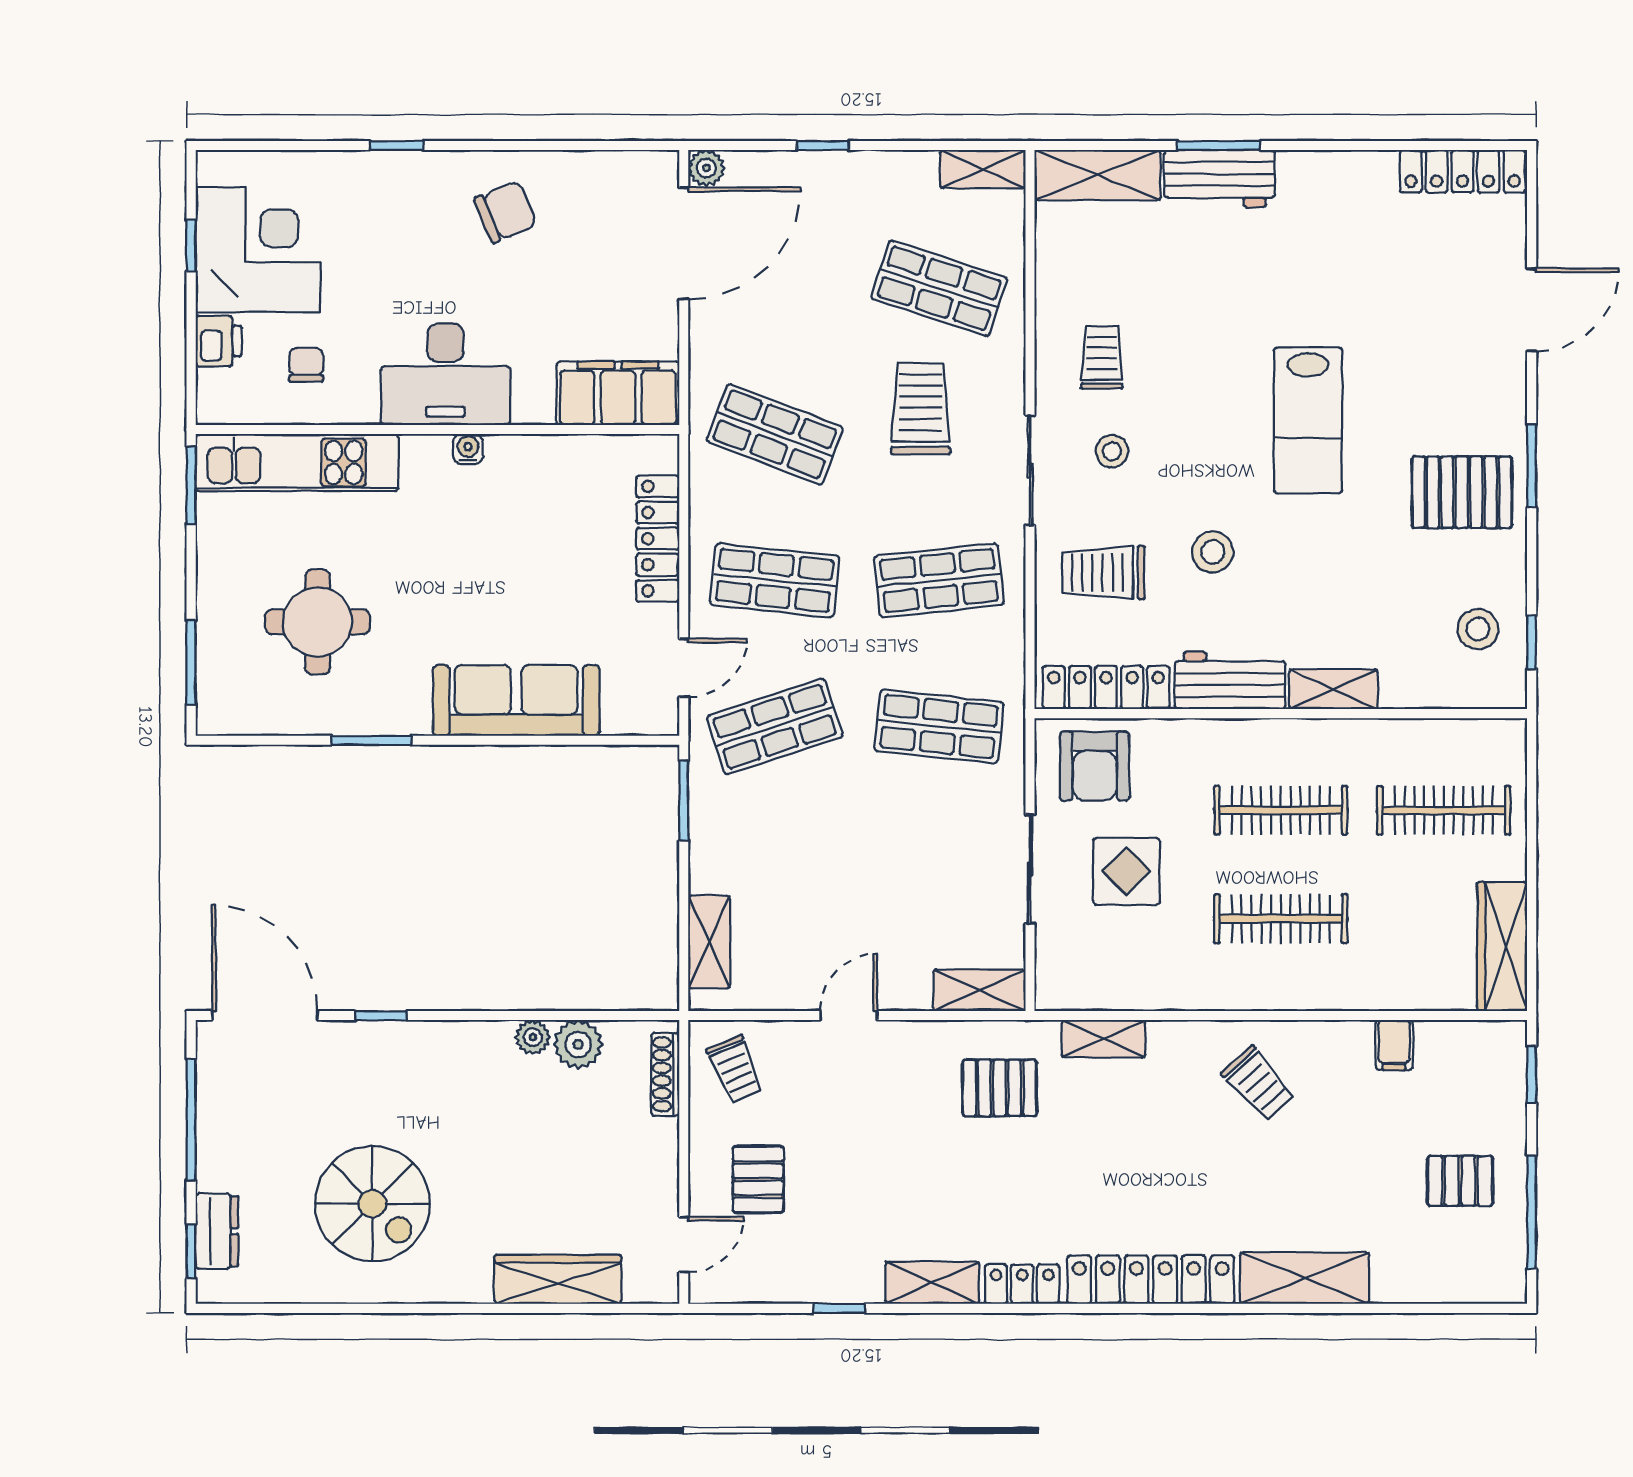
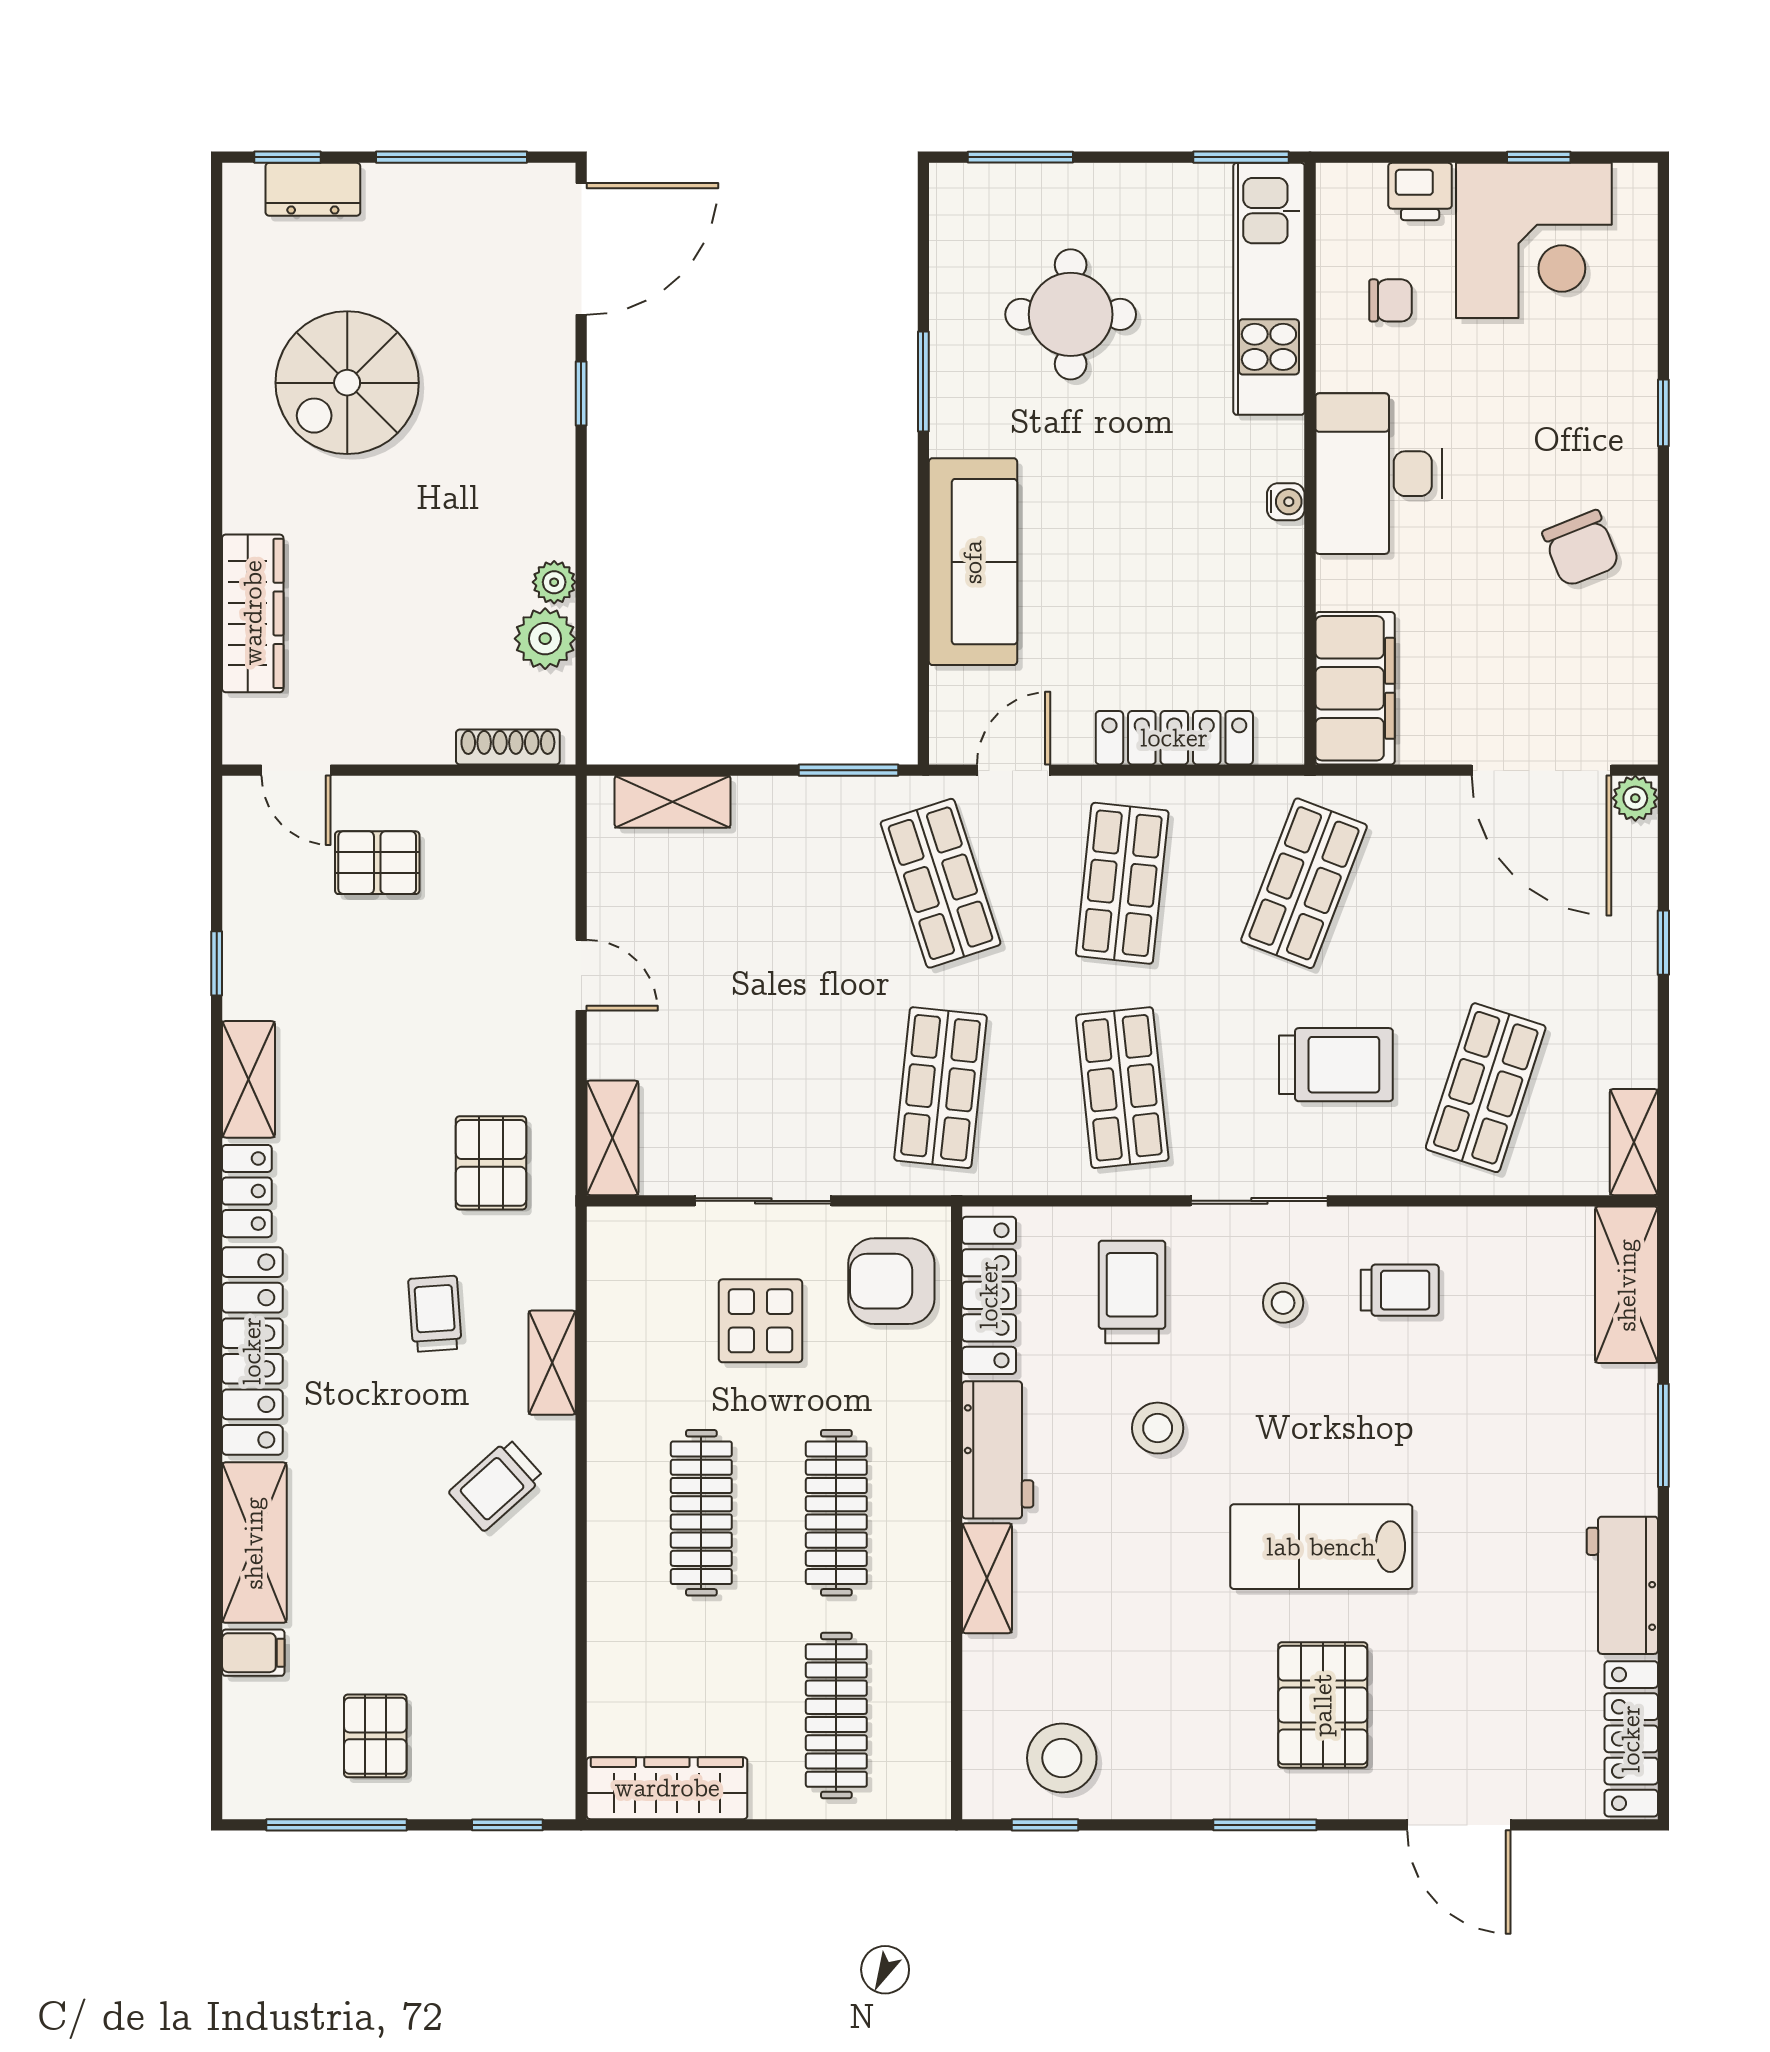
workbench: (1219, 178) -> (1622, 1585), moved
pallet: (1462, 492) -> (1323, 1705), moved
stool: (1478, 629) -> (1062, 1758), width x1.38, depth x1.38
door: (684, 668) -> (1014, 770), swing flipped
shelving: (1103, 1039) -> (552, 1363), moved
filing cabinet: (1394, 1045) -> (253, 1653), moved, turned 180
trolley: (735, 1069) -> (435, 1314), moved, turned 109

